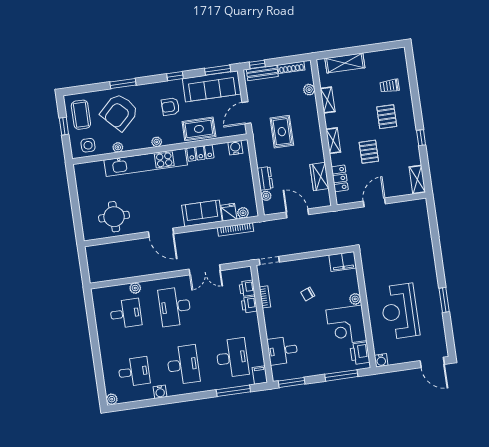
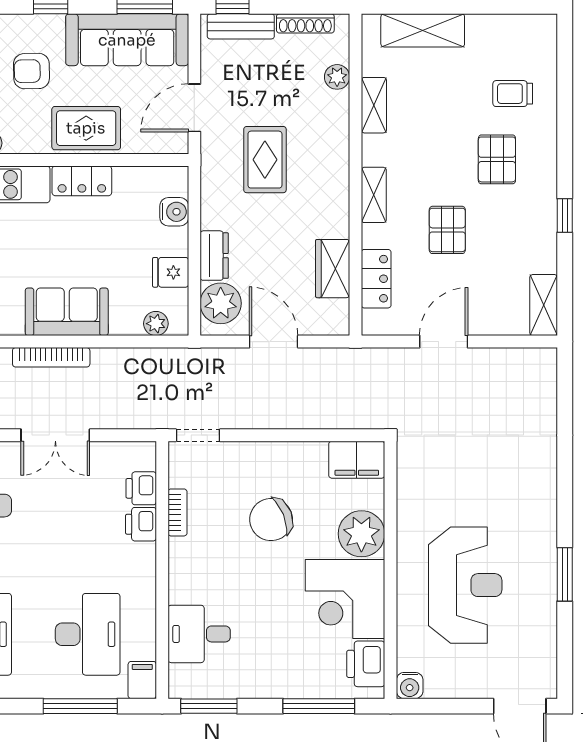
water cooler: (235, 148) -> (174, 212), moved, turned 90
plant: (266, 196) -> (221, 303), width x1.88, depth x1.88
fridge: (229, 212) -> (171, 272), moved, turned -90
bookcase: (235, 229) -> (51, 357), moved
chair: (308, 294) -> (271, 520), width x1.87, depth x1.87
plant: (355, 299) -> (361, 534), width x1.87, depth x1.87
reception desk: (400, 311) -> (465, 585), turned 180

